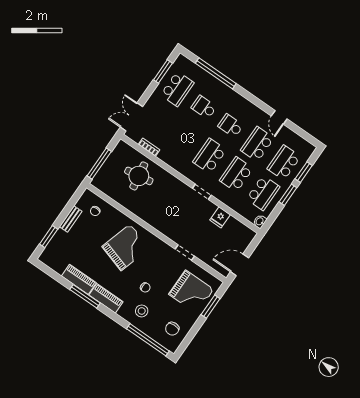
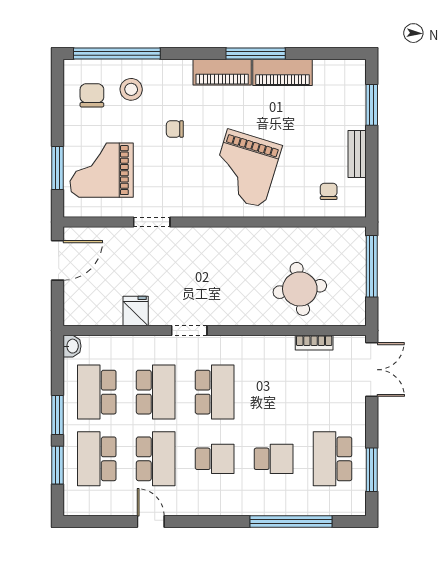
school desk: (284, 163) -> (97, 459), turned 180
stool: (142, 311) -> (131, 89), moved

